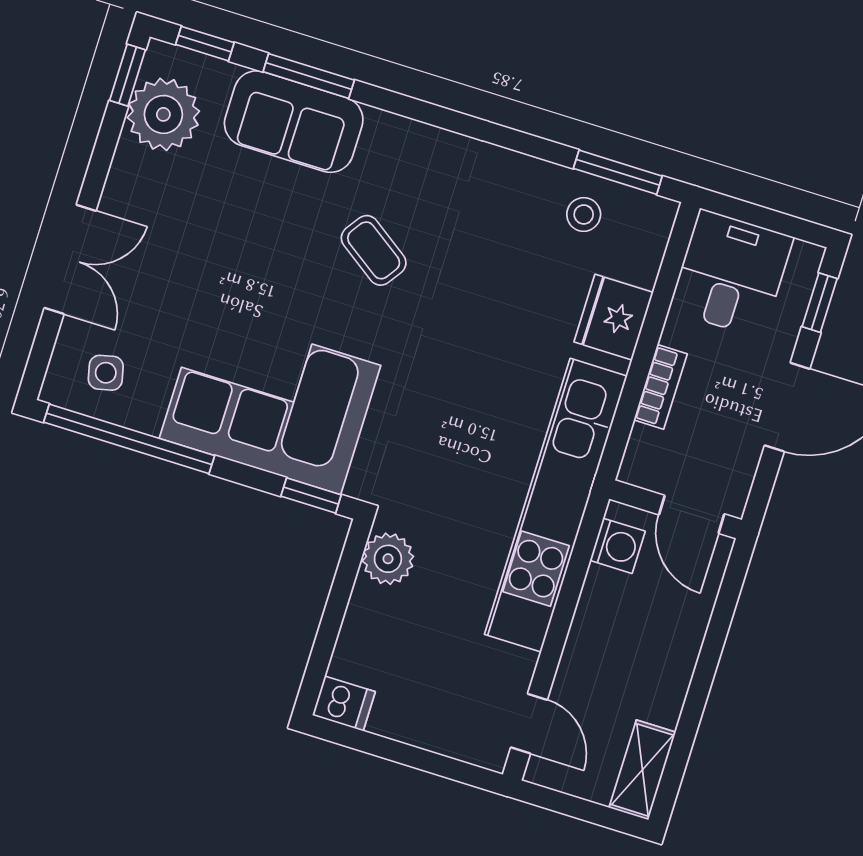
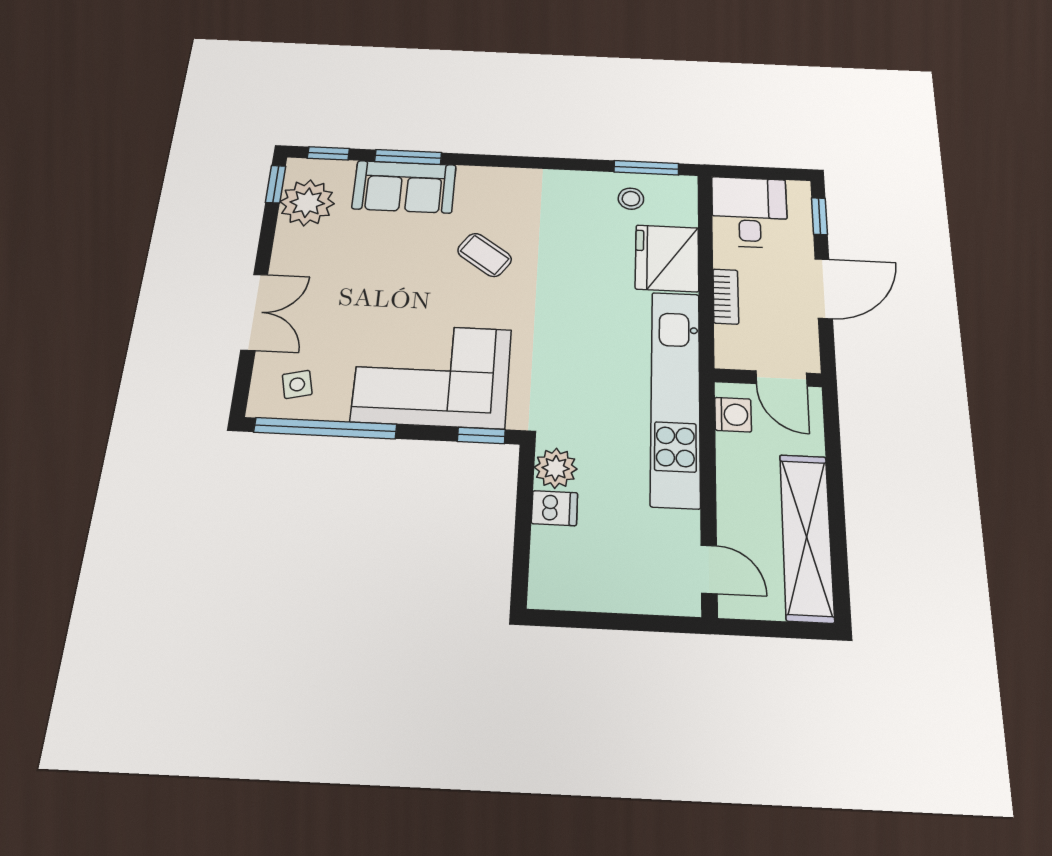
fridge: (614, 317) -> (667, 258), width x1.36, depth x1.34
dishwasher: (344, 703) -> (554, 508), moved
shelving: (642, 770) -> (806, 537), width x2.20, depth x1.33

